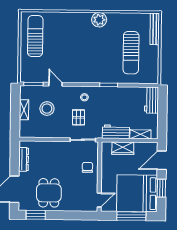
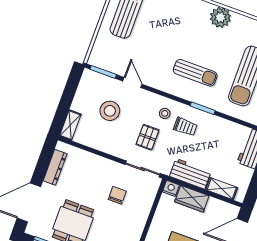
sun lounger: (95, 63) -> (195, 73), added
trolley: (101, 101) -> (185, 127), added
shelving: (24, 110) -> (70, 125), moved
nightstand: (106, 146) -> (171, 188), added
chair: (87, 167) -> (117, 195), moved

